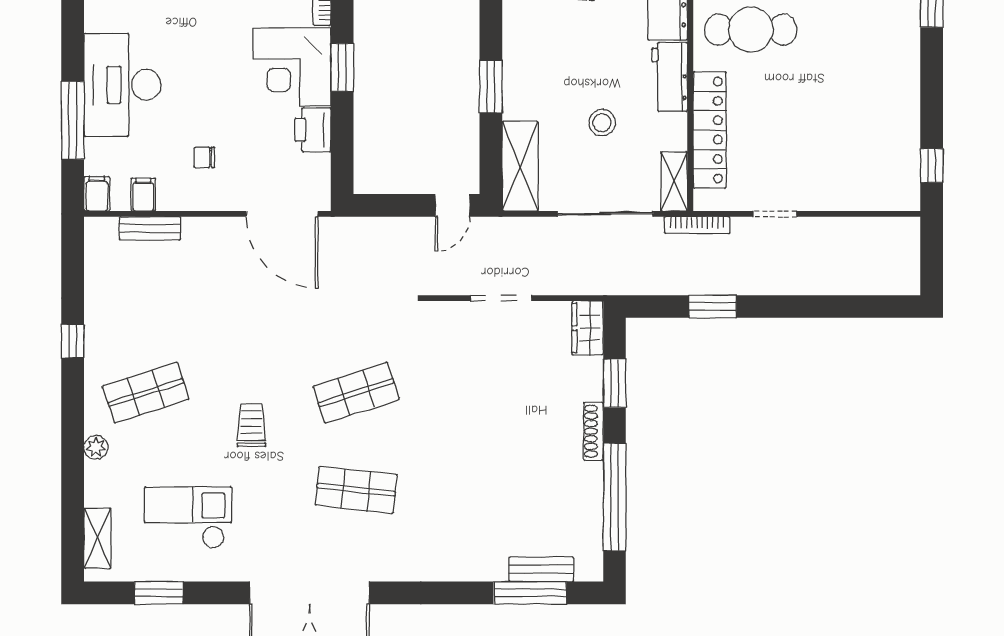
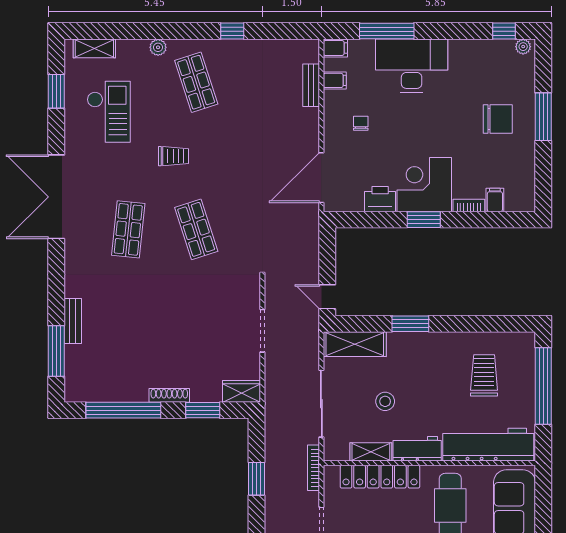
shelving: (674, 182) -> (371, 452), moved
bench: (541, 569) -> (73, 321), moved

